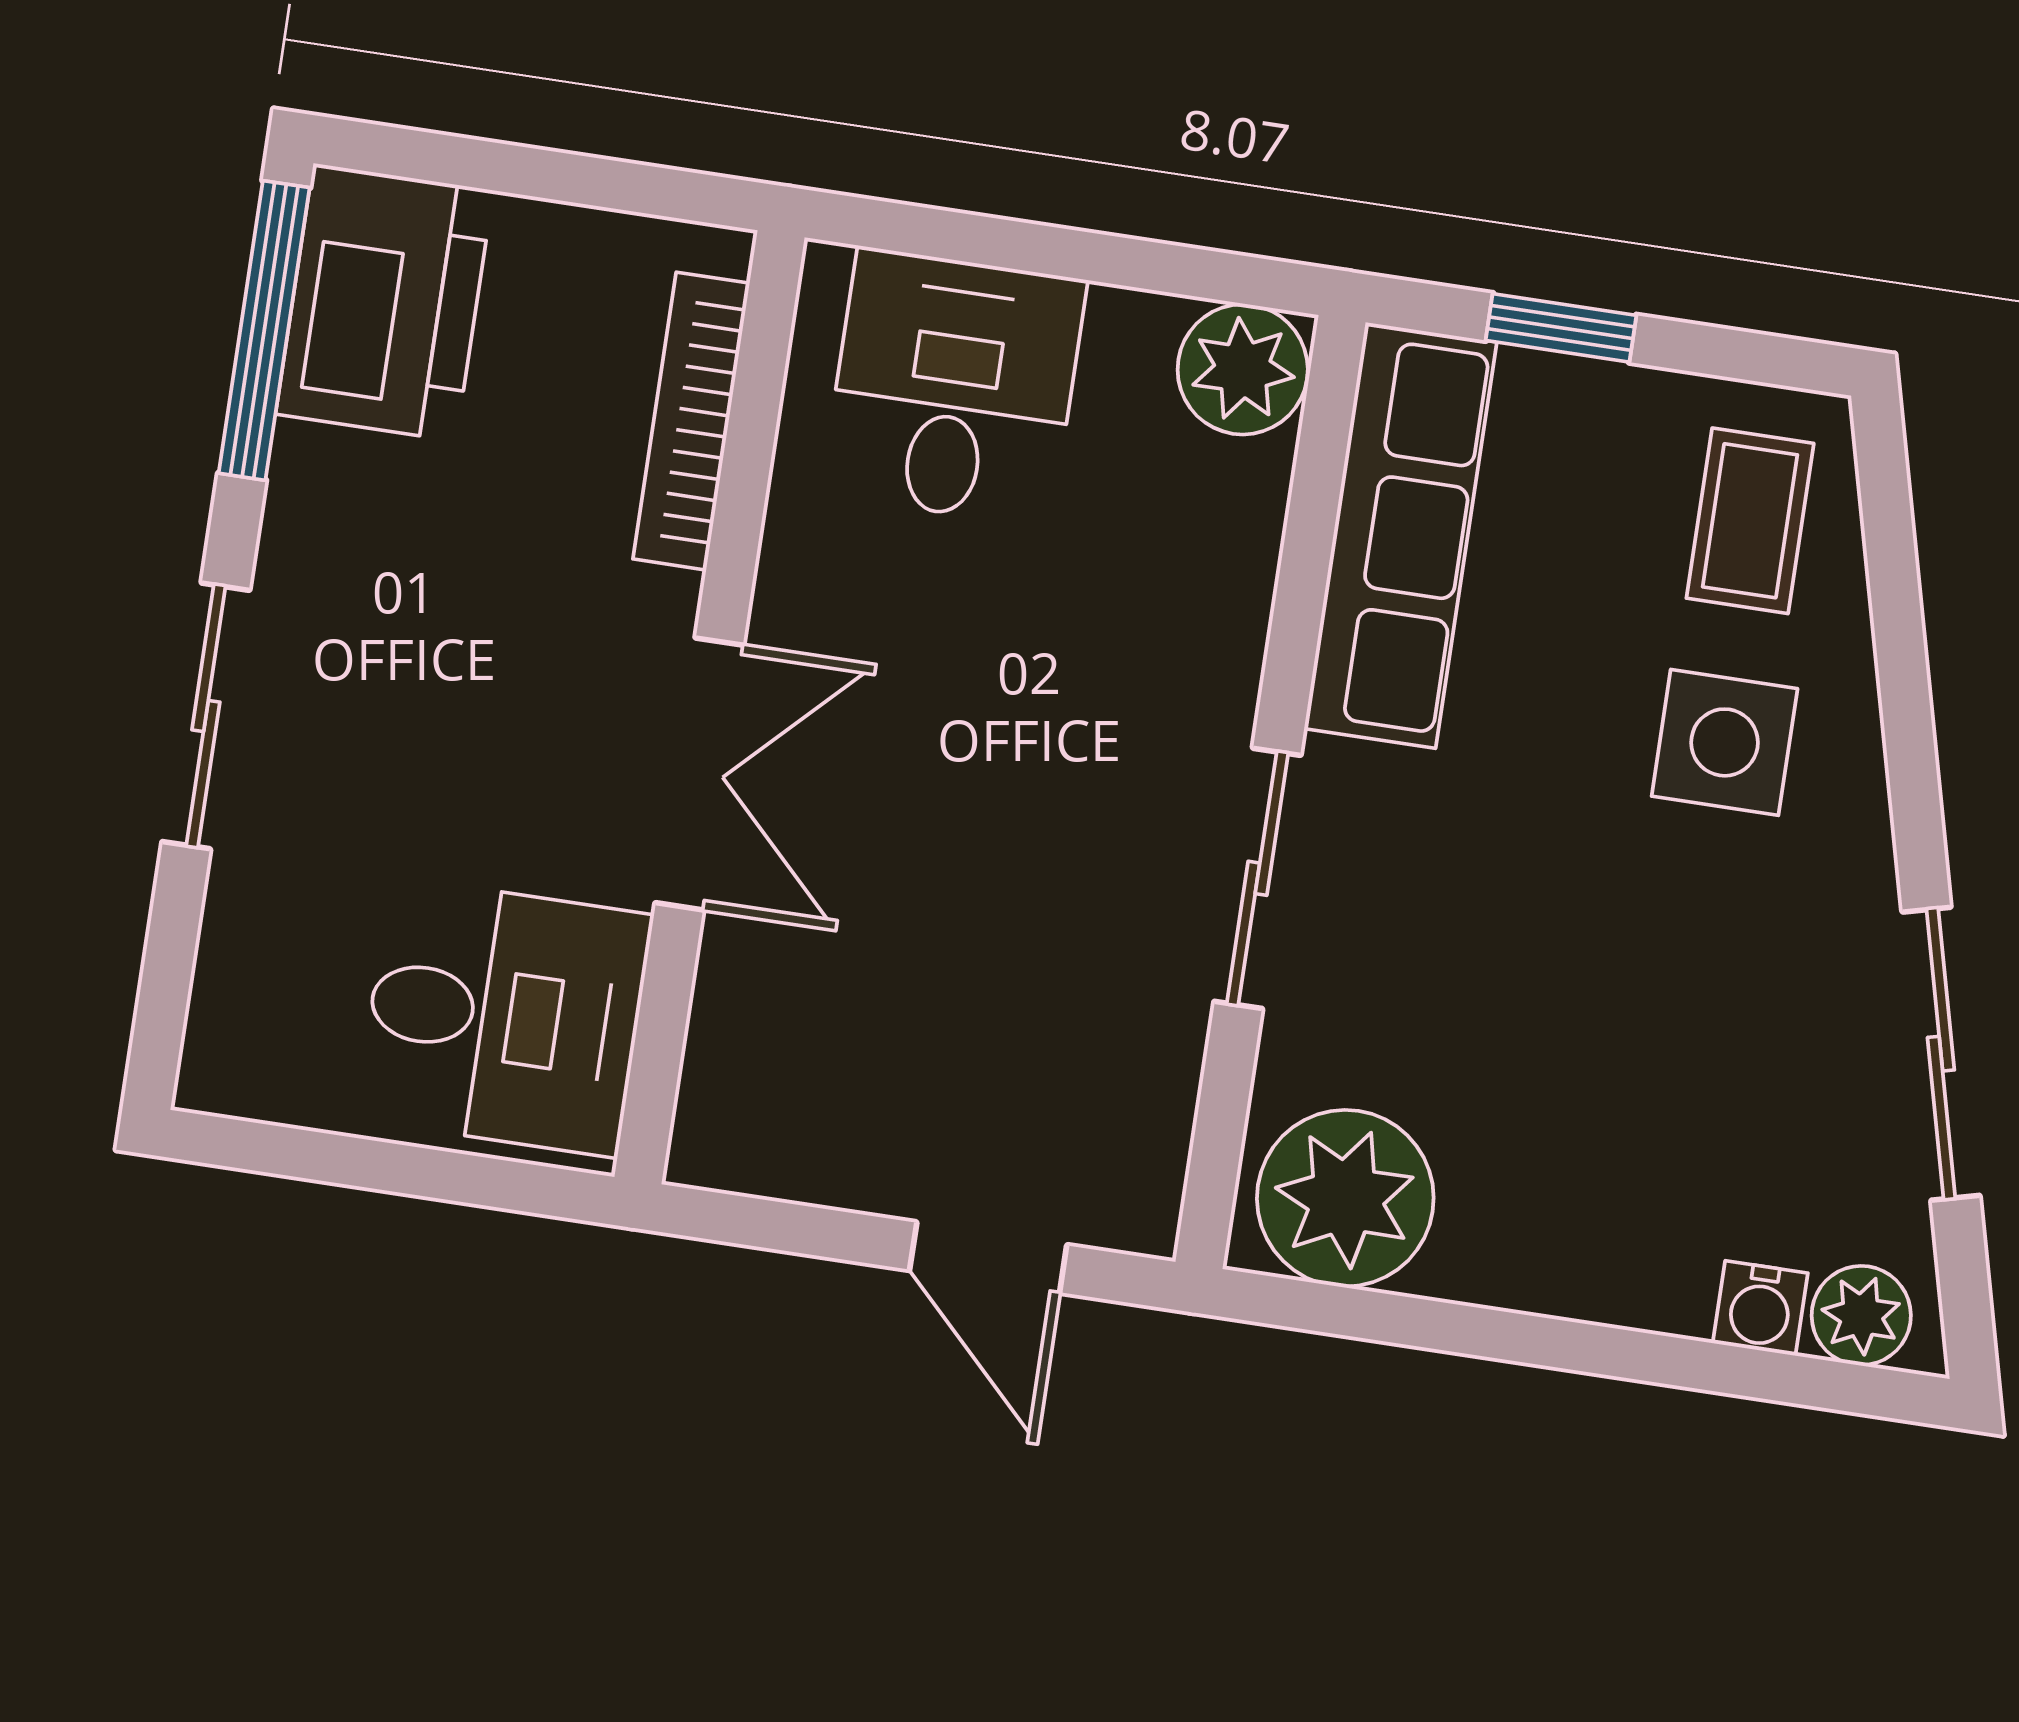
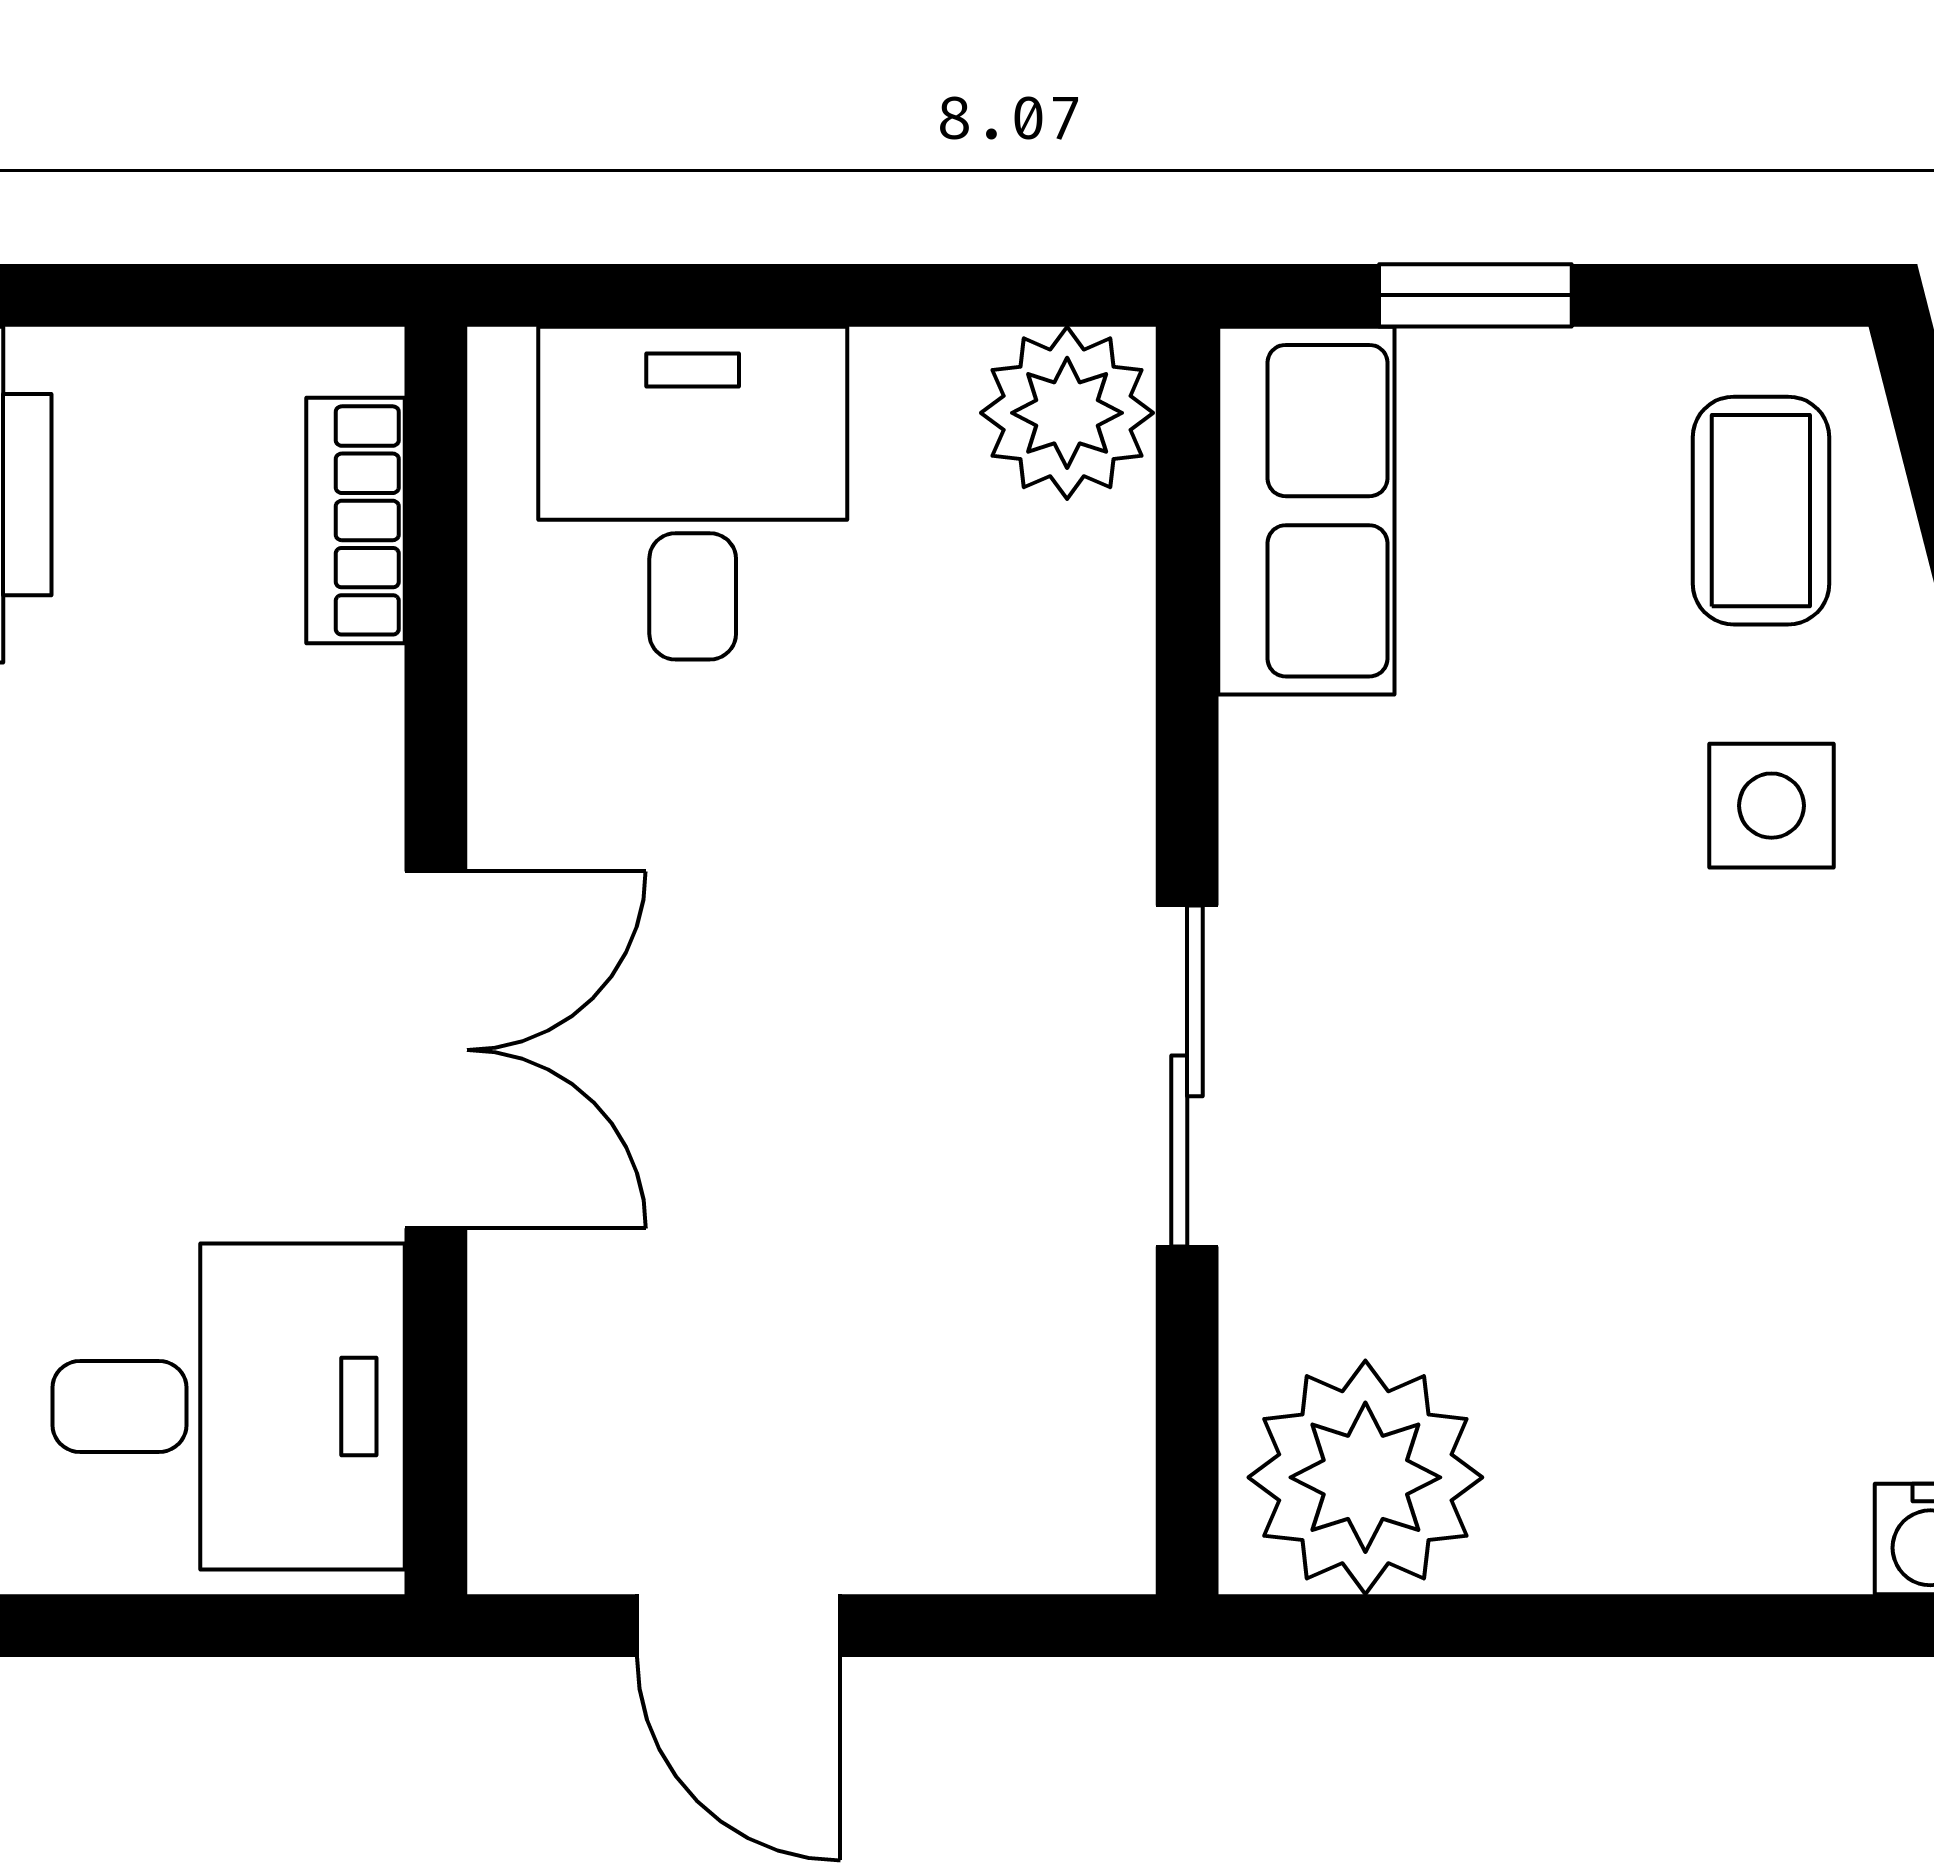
bookcase: (691, 421) -> (355, 520), width x0.64
row of seats: (1401, 535) -> (1306, 511), width x0.68
side table: (1725, 742) -> (1771, 806), width x0.73, depth x0.73
door: (988, 1258) -> (739, 1626), moved

